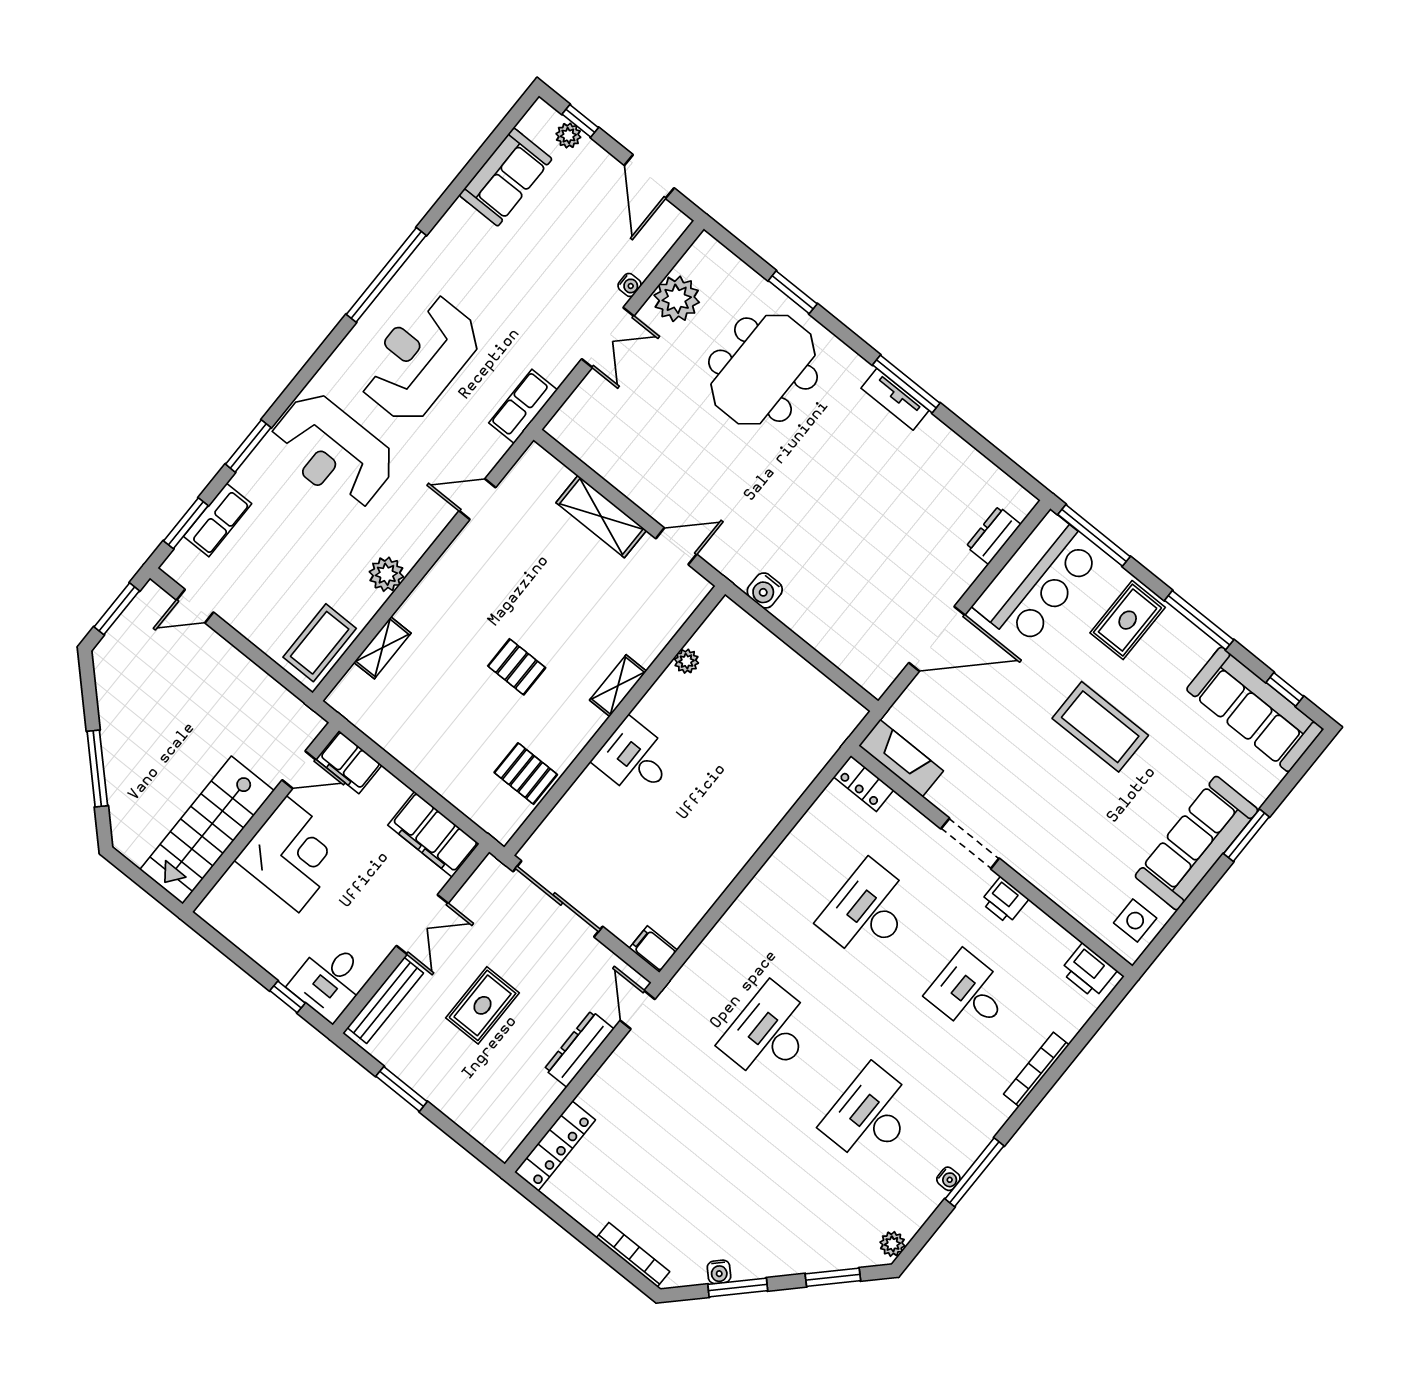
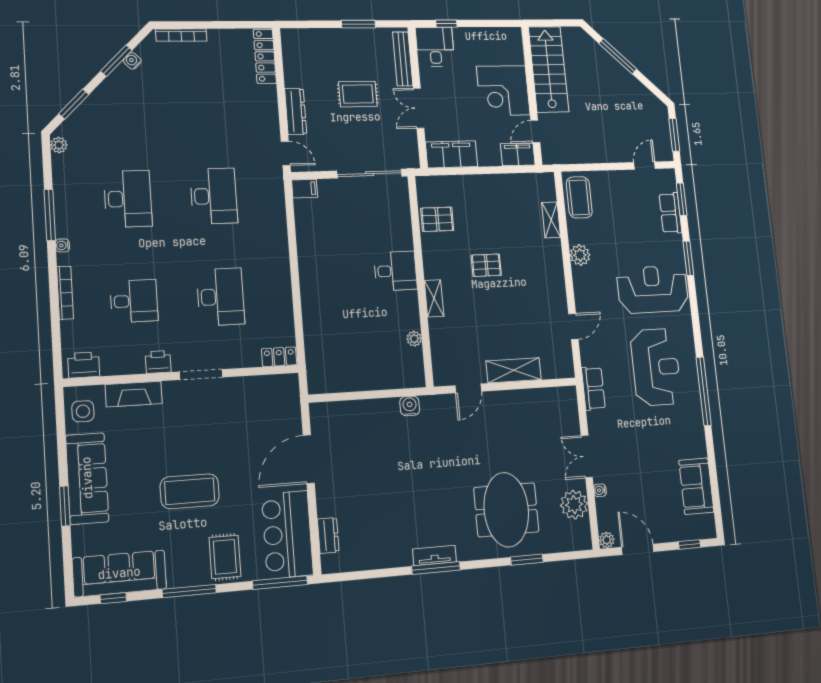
plant: (568, 136) -> (607, 540), moved
fireplace: (901, 758) -> (134, 394), moved
rug: (483, 1005) -> (358, 94), turned 90
water cooler: (948, 1179) -> (62, 245), moved

